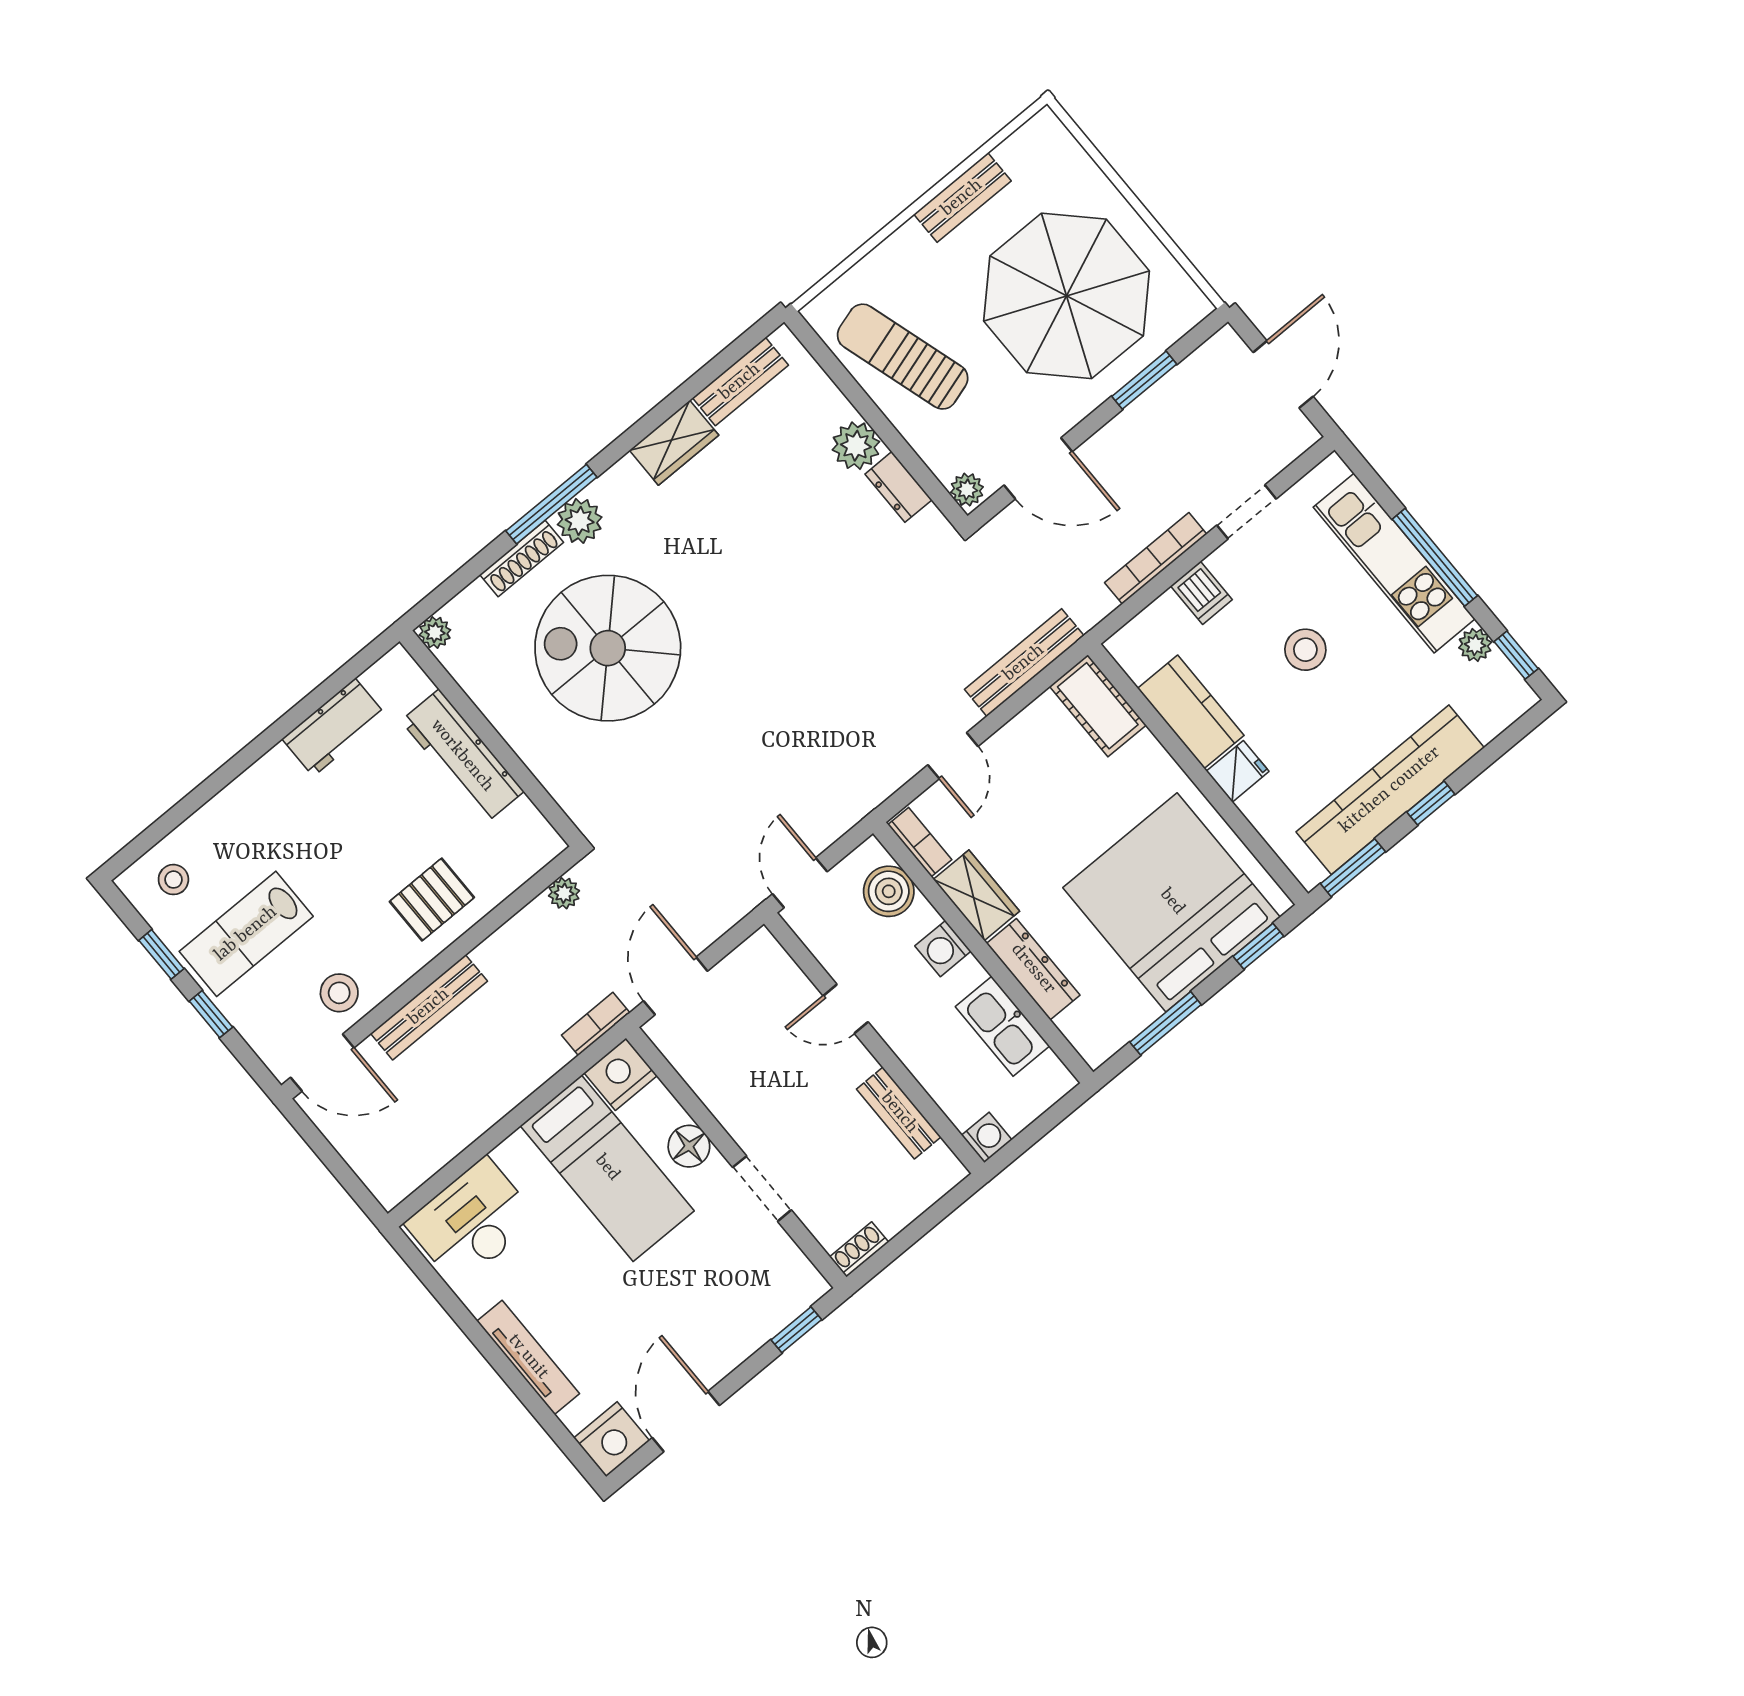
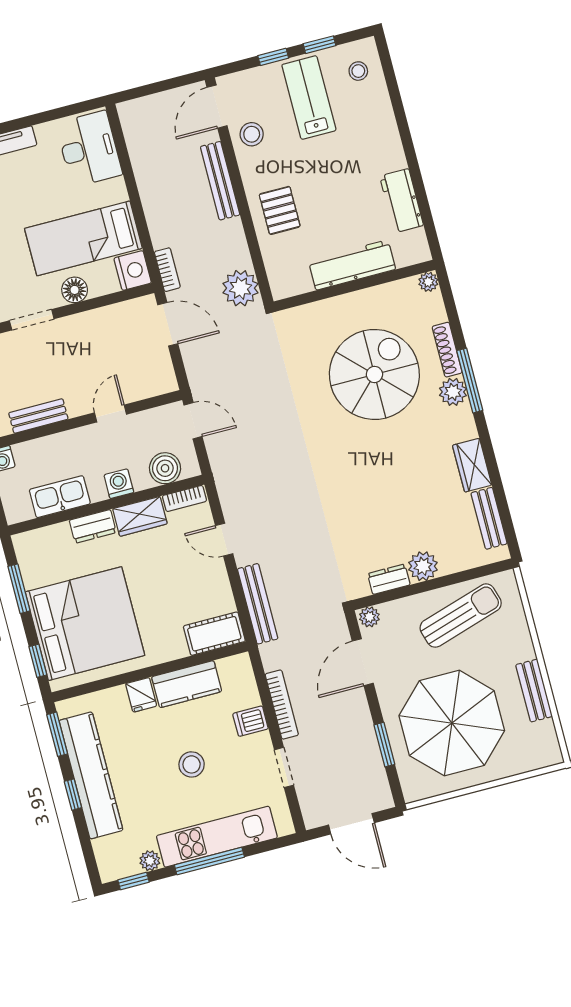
plant: (564, 893) -> (240, 288), width x1.87, depth x1.87
dresser: (1033, 969) -> (93, 526), width x0.70

